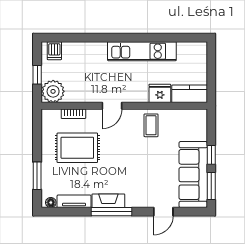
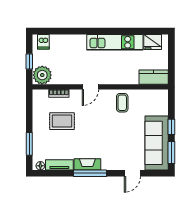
fridge: (160, 93) -> (153, 42), moved, turned 180
rug: (77, 148) -> (62, 121), width x0.73, depth x0.70

